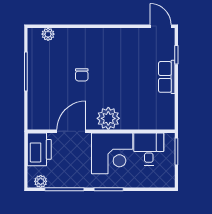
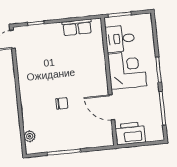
row of seats: (167, 77) -> (77, 27), moved
plant: (108, 118) -> (97, 77), removed
plant: (41, 181) -> (158, 129), removed

